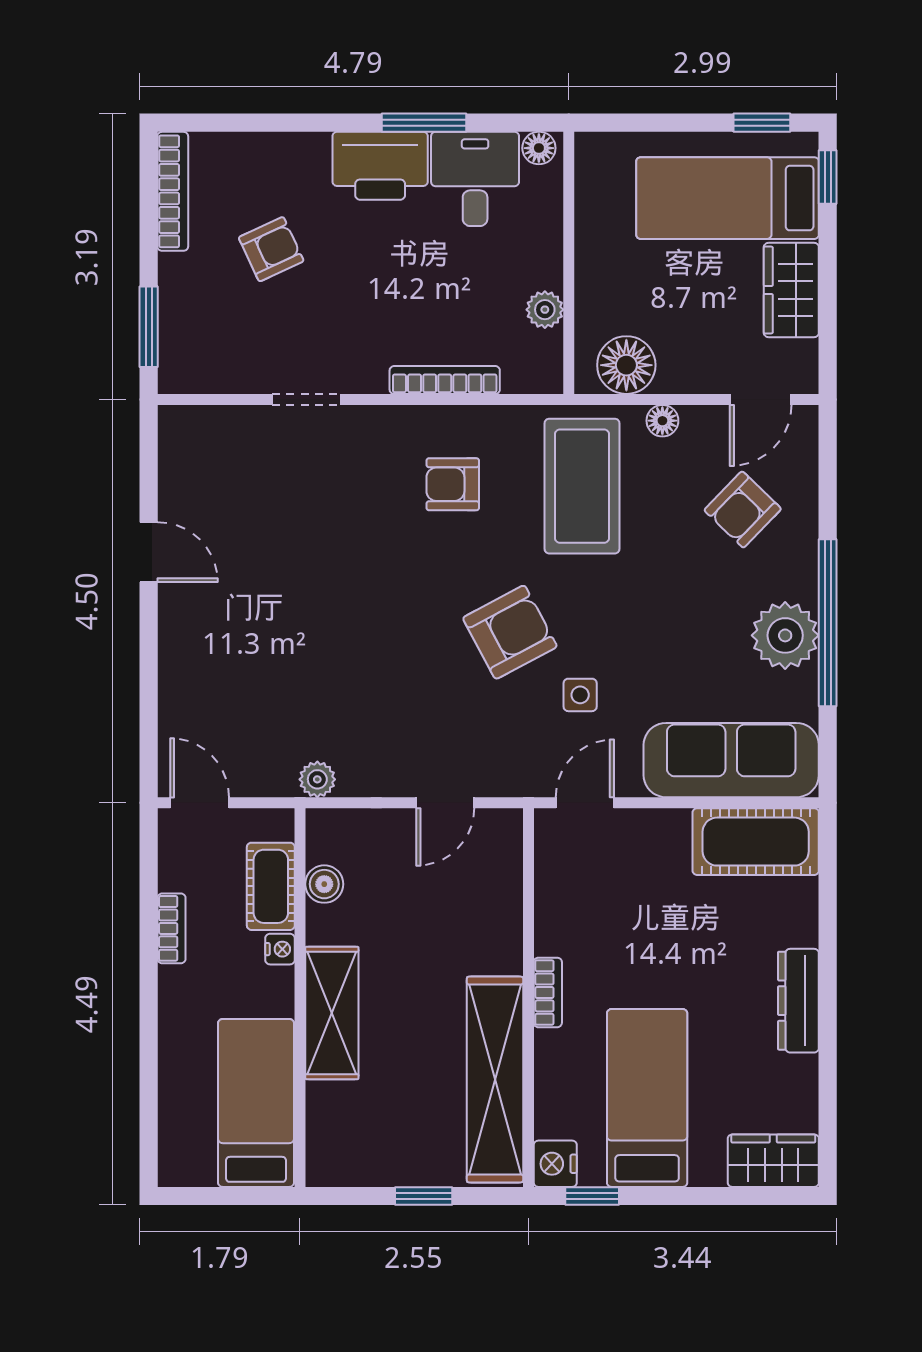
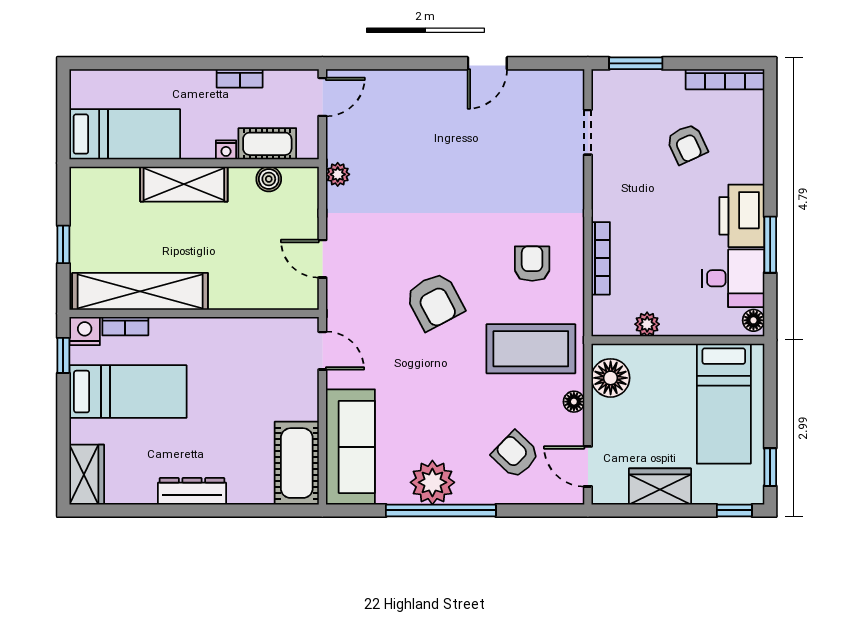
bed: (728, 198) -> (724, 404), moved, turned 180
doorway: (306, 399) -> (588, 132), moved
side table: (580, 695) -> (393, 347), removed
bookcase: (548, 992) -> (125, 326), moved

